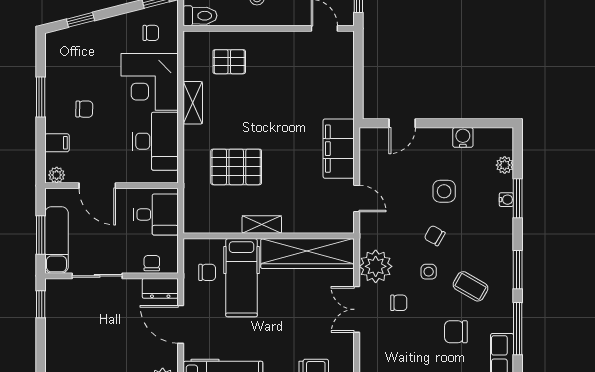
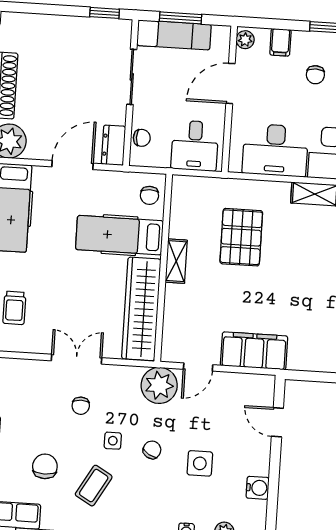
plant: (376, 266) -> (159, 385), moved
chair: (207, 272) -> (149, 195), moved

